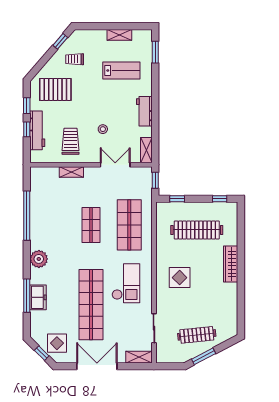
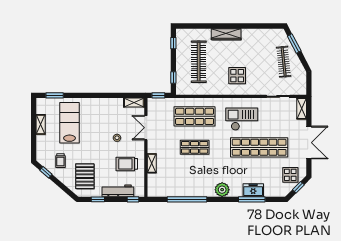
lab bench: (121, 70) -> (70, 123), width x1.36, depth x1.39
workbench: (144, 111) -> (103, 104), removed
window: (27, 129) -> (133, 199), moved
window: (204, 356) -> (294, 43), moved
double door: (97, 366) -> (309, 143), swing flipped

